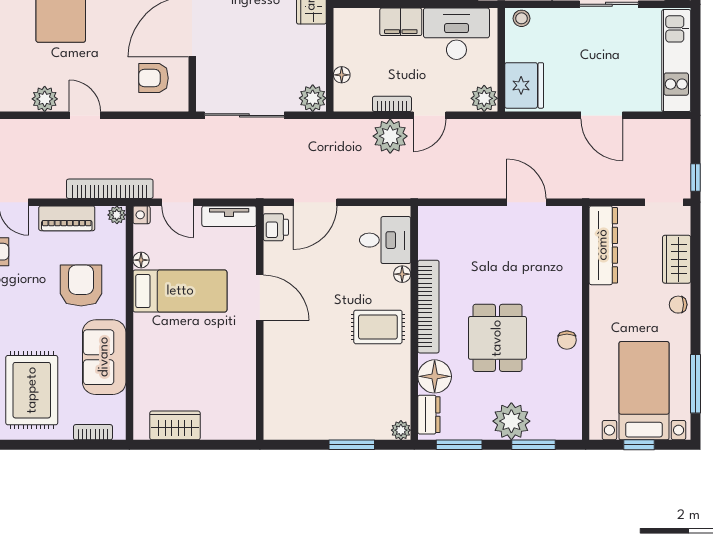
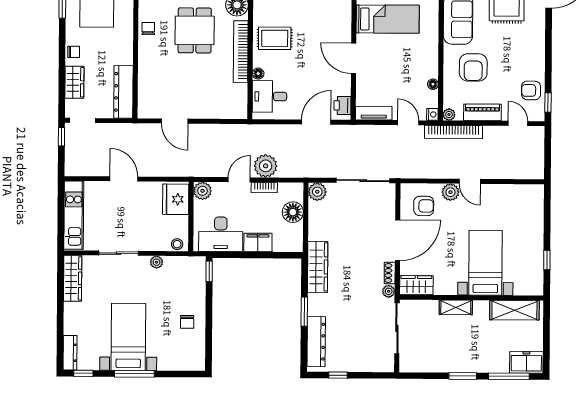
floor lamp: (342, 75) -> (293, 212), width x1.89, depth x1.89
plant: (45, 99) -> (450, 192), moved
bed: (180, 291) -> (388, 19), moved, turned 180

